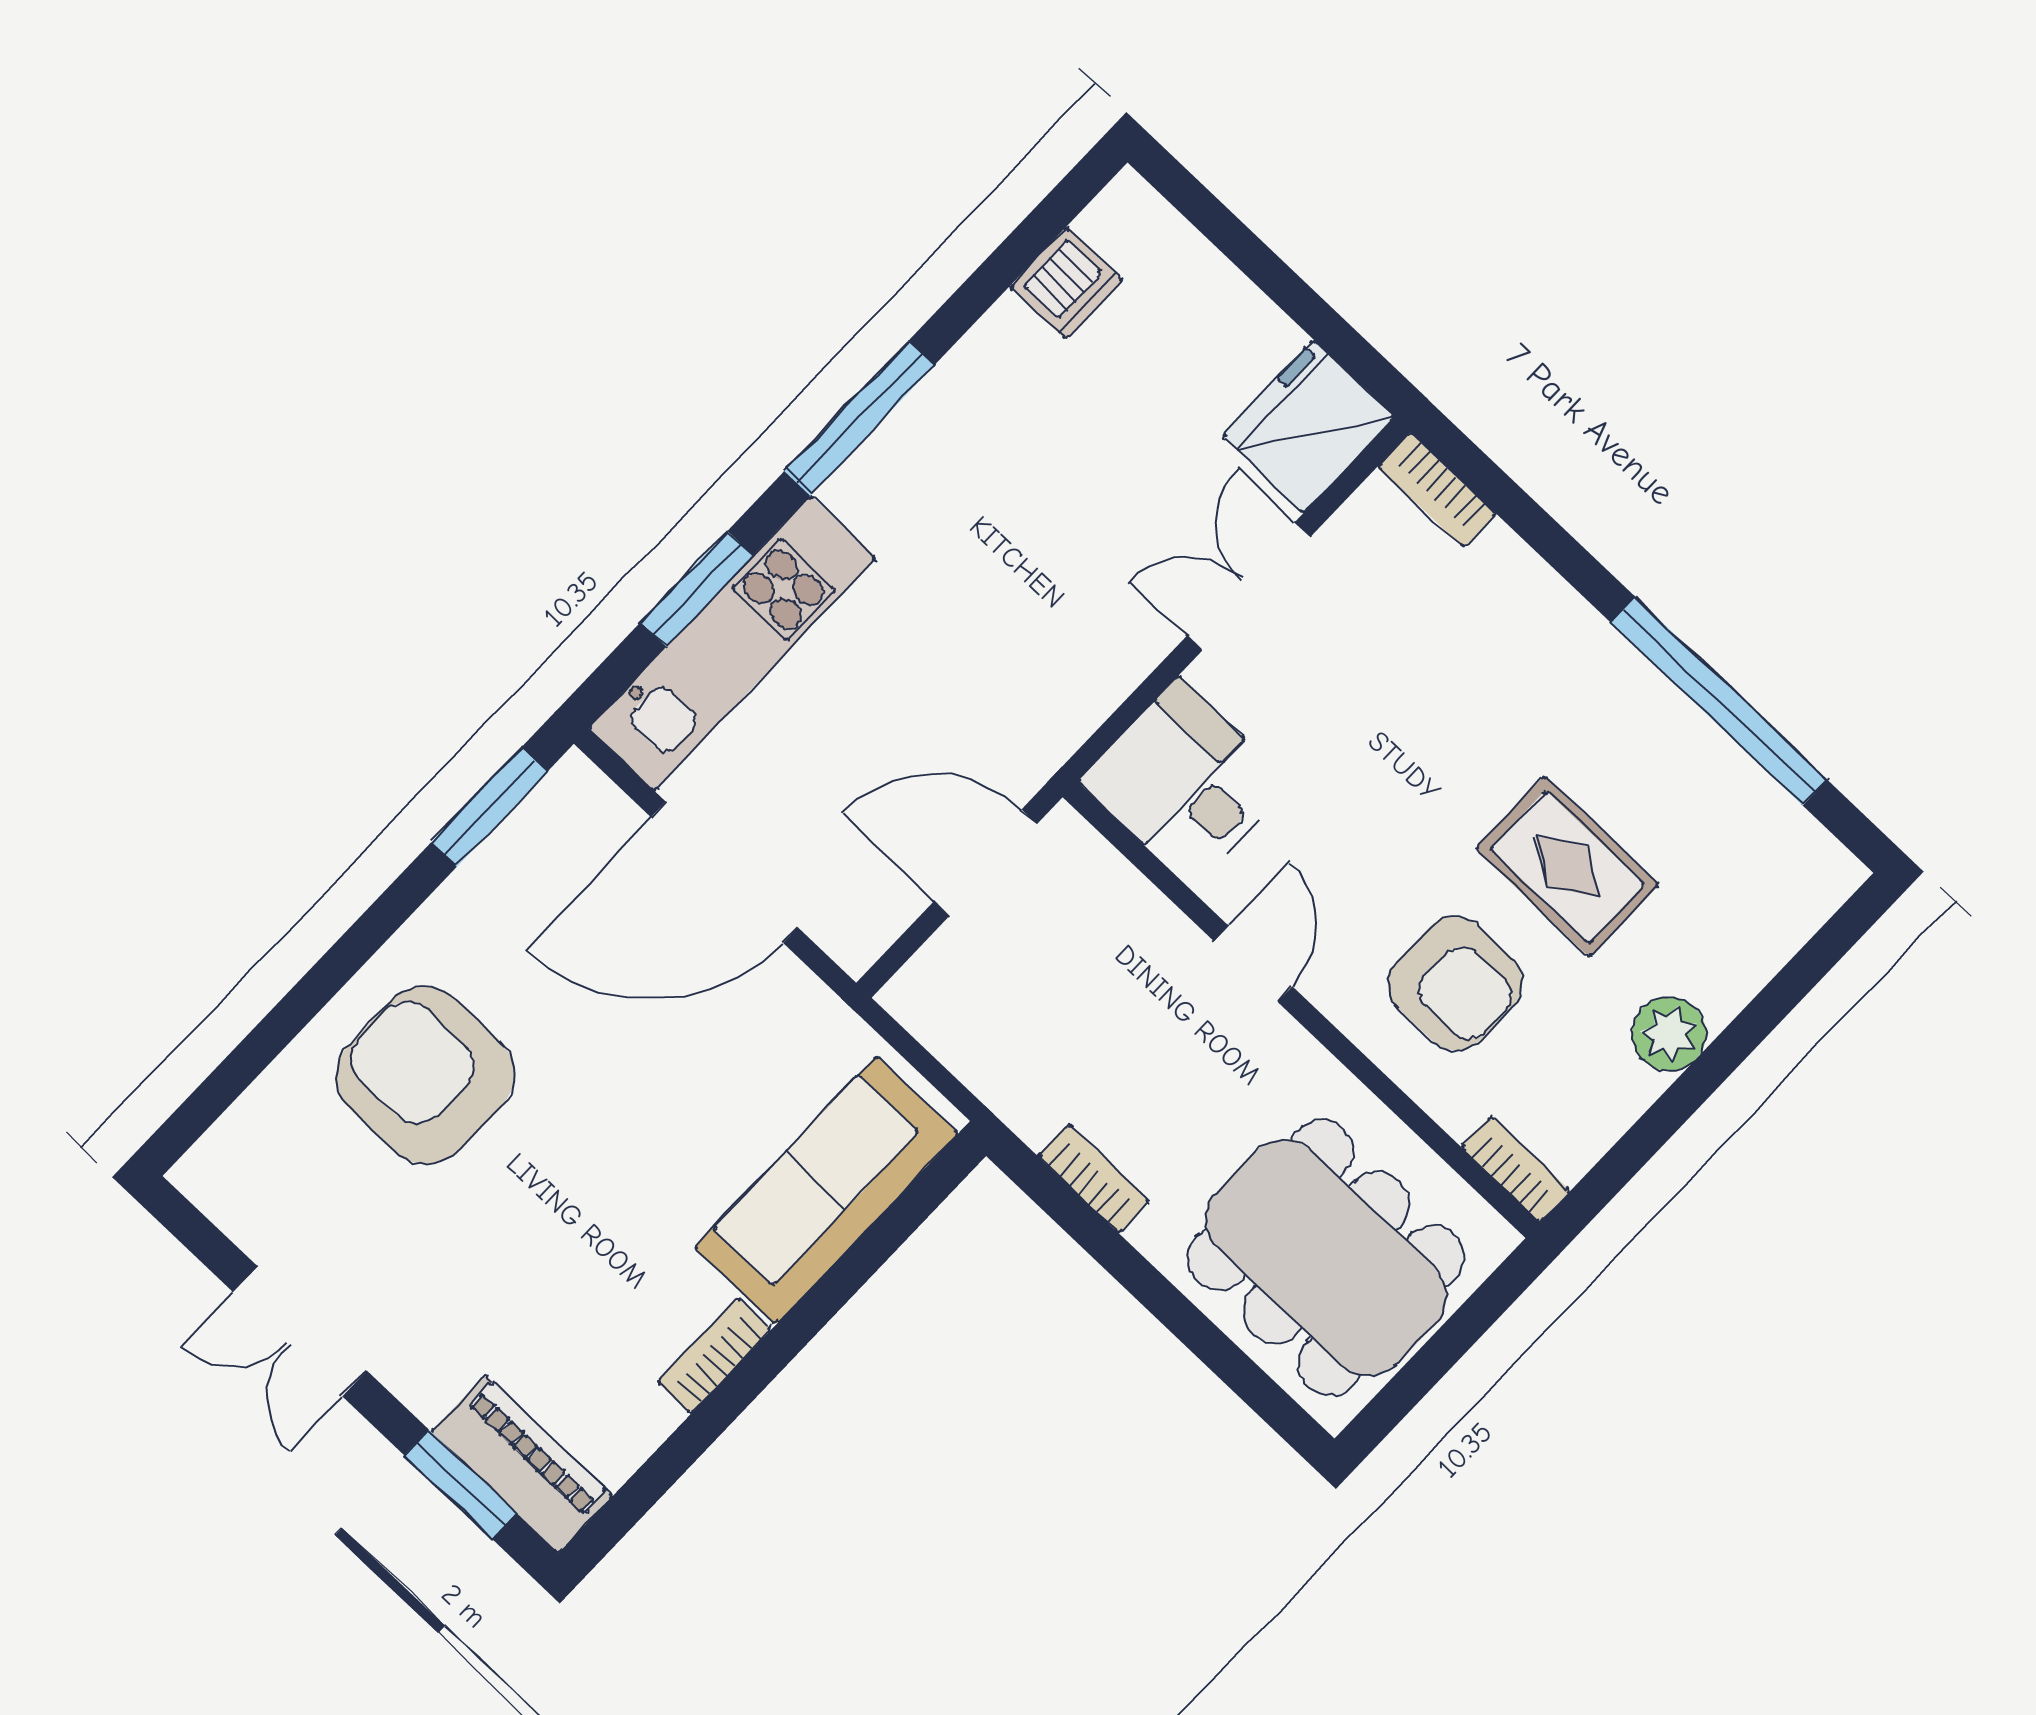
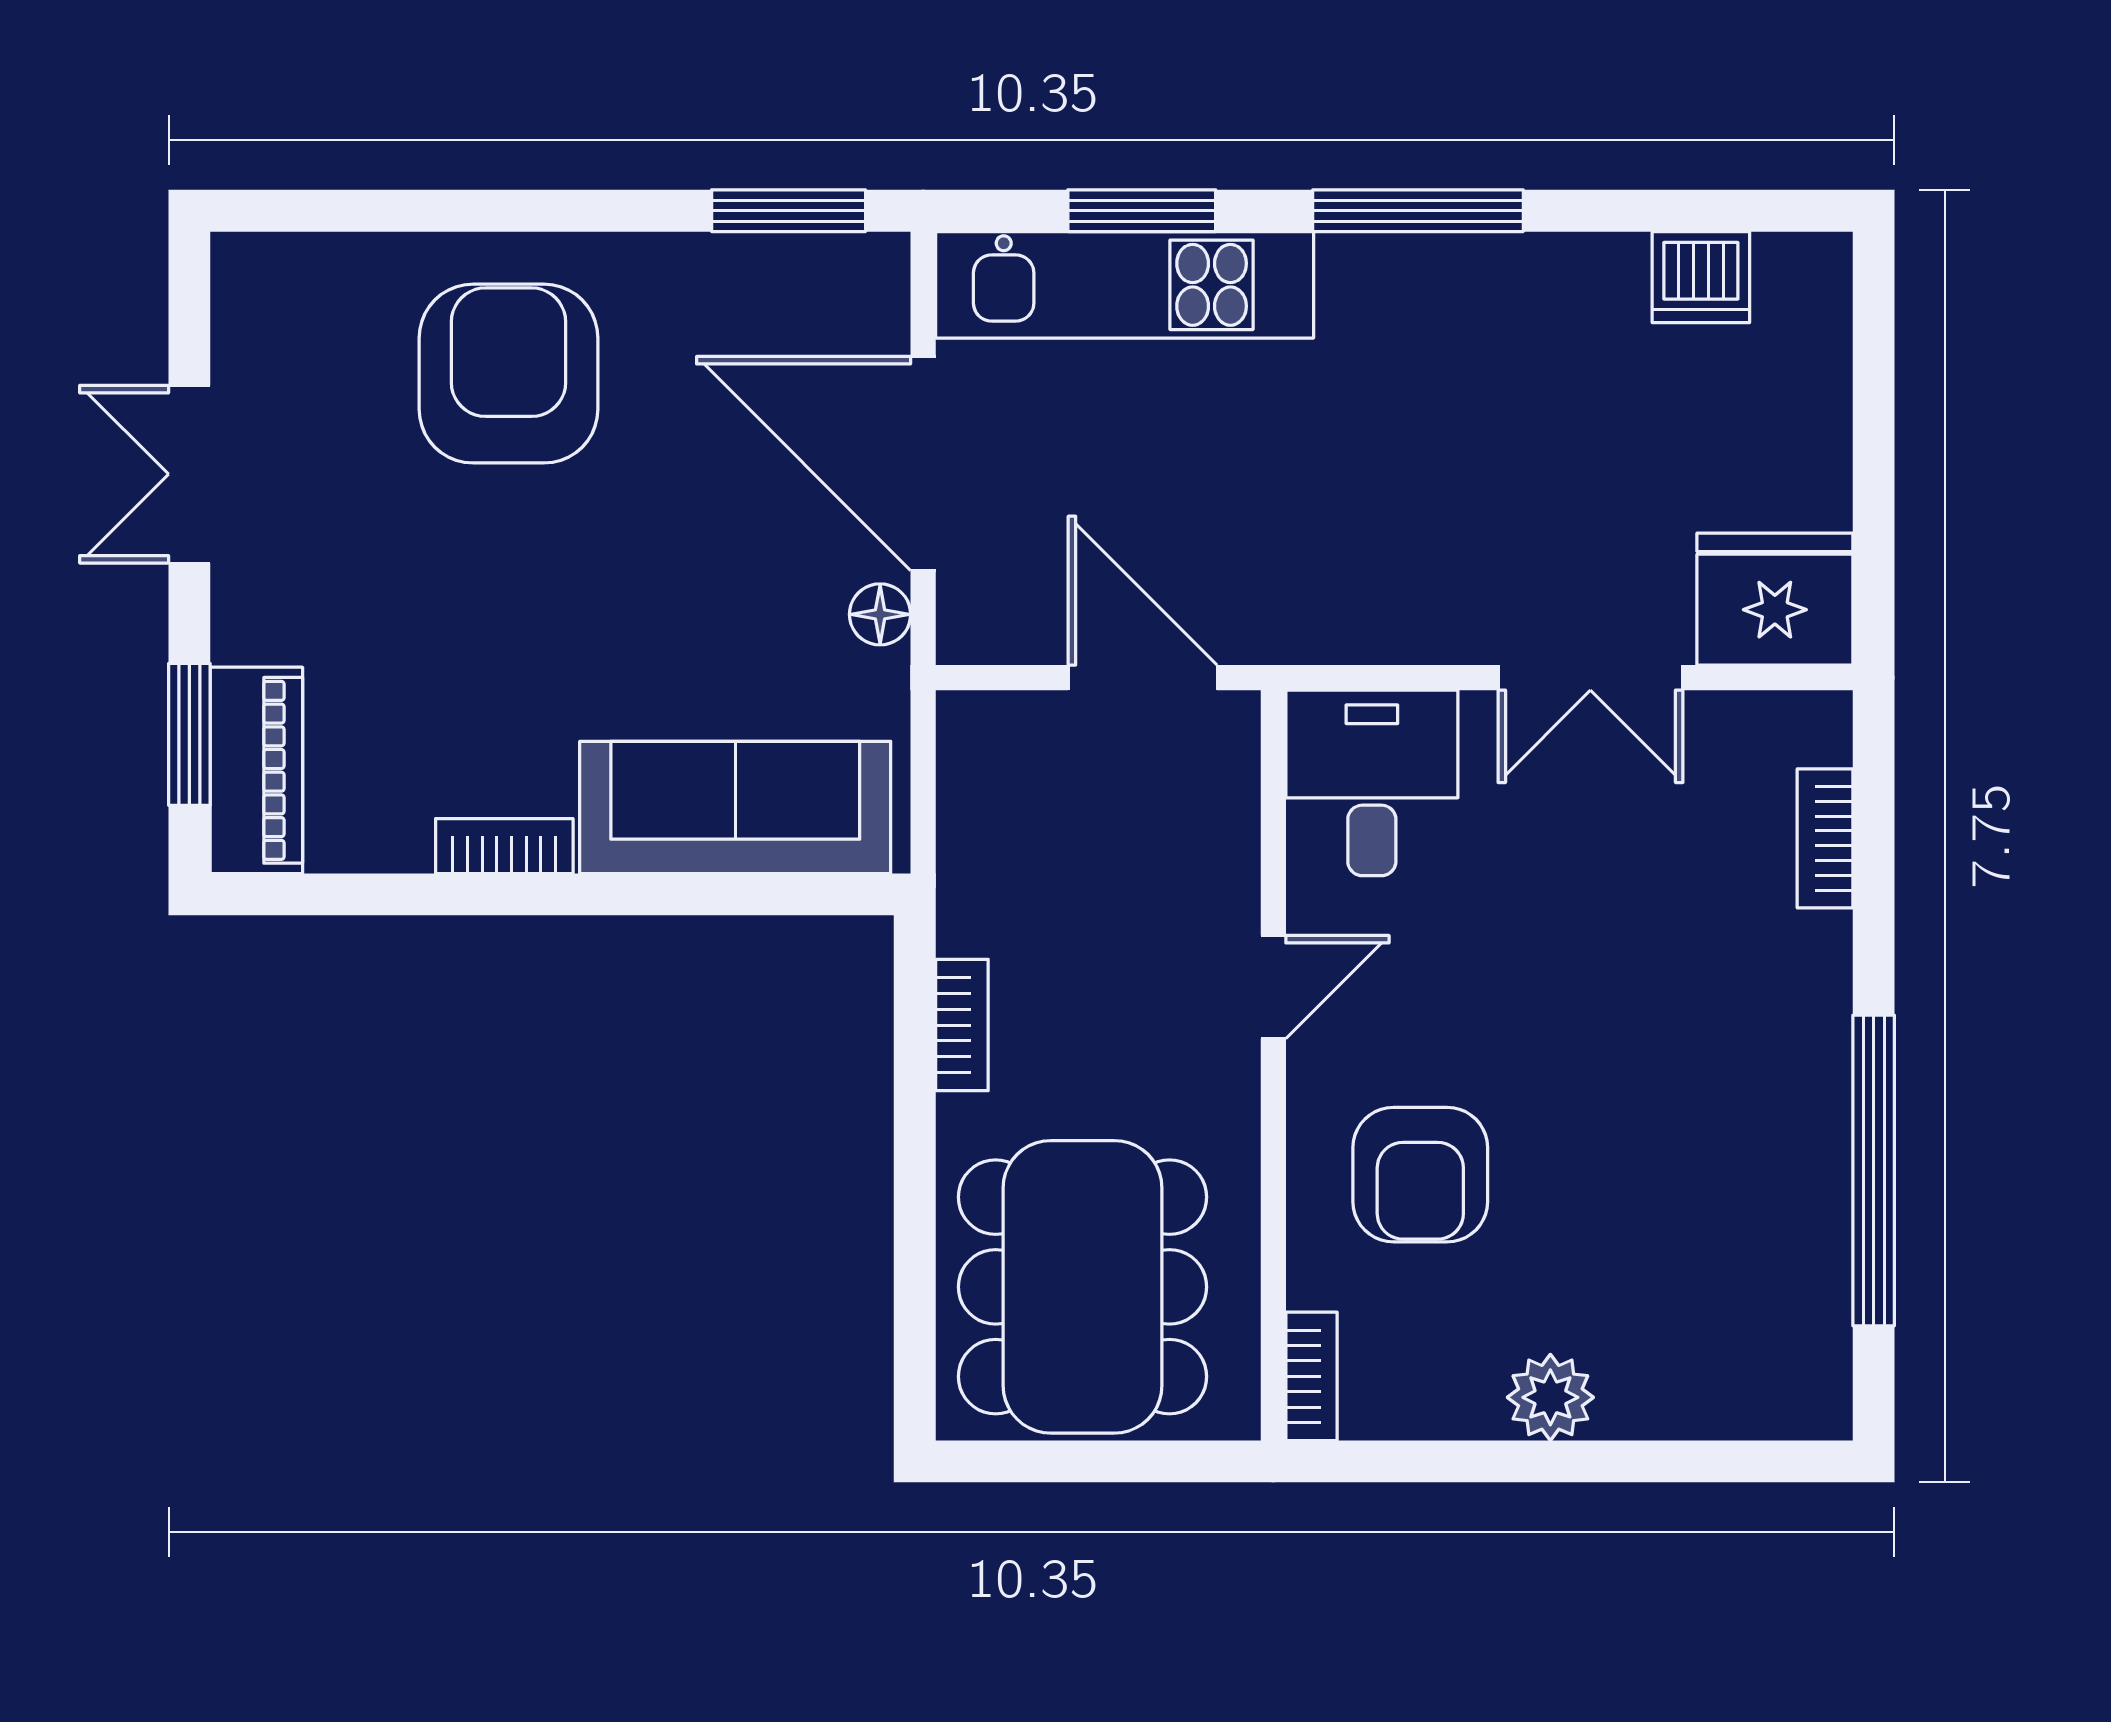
bookcase: (1437, 490) -> (1825, 838), moved
double door: (1249, 586) -> (1590, 678), swing flipped
rug: (1567, 867) -> (1610, 1175), removed
floor lamp: (792, 988) -> (880, 614), added

